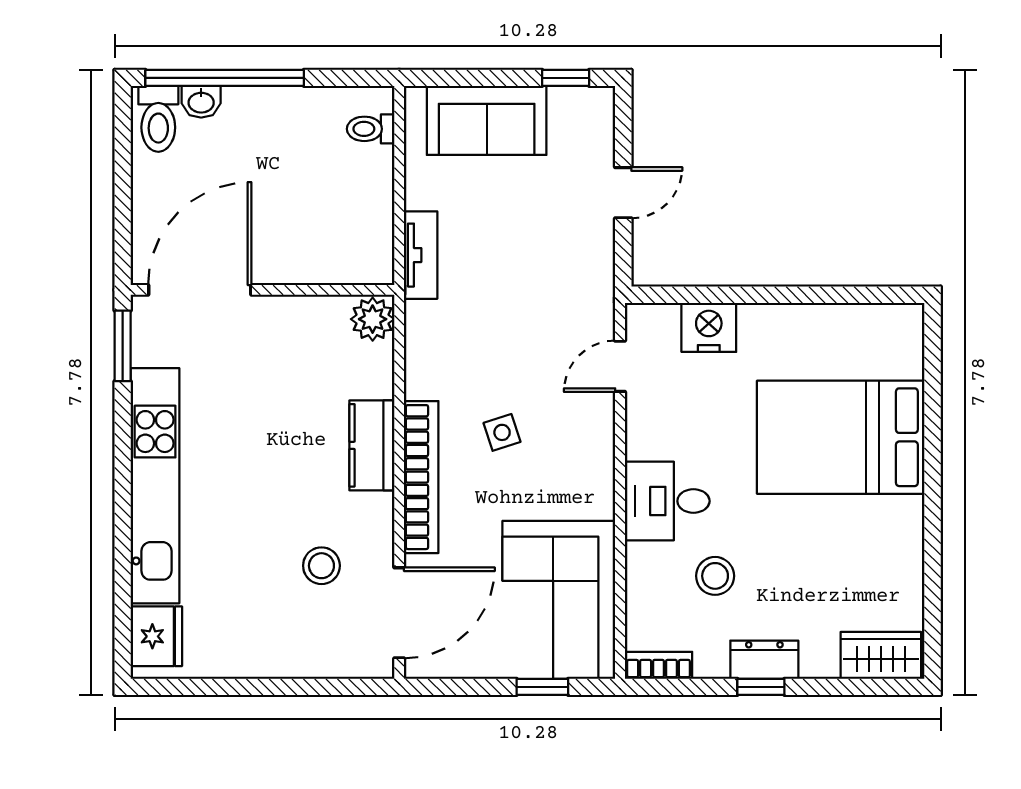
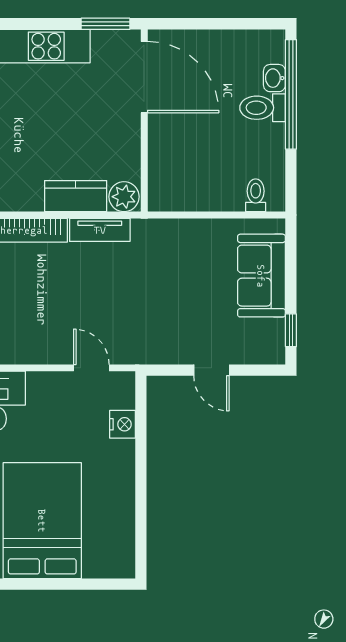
toilet: (158, 119) -> (263, 108), moved
tv unit: (421, 255) -> (100, 230), moved
nightstand: (709, 327) -> (122, 424), width x0.74, depth x0.75
side table: (502, 432) -> (46, 286), removed
kitchen counter: (372, 445) -> (76, 196), moved

